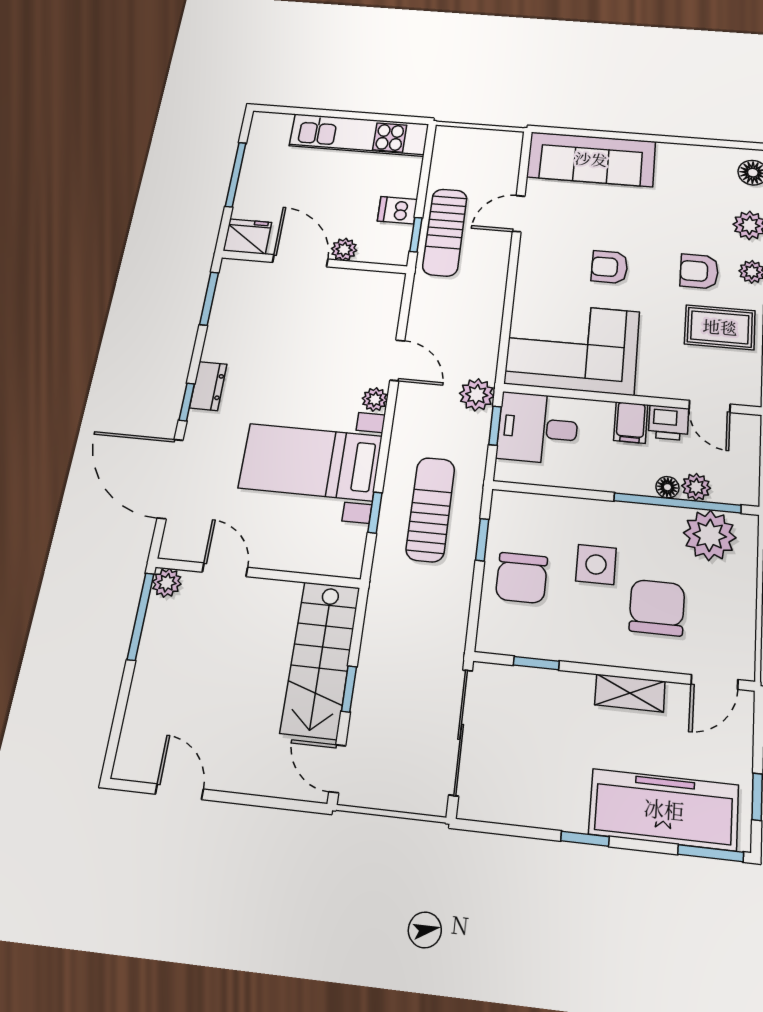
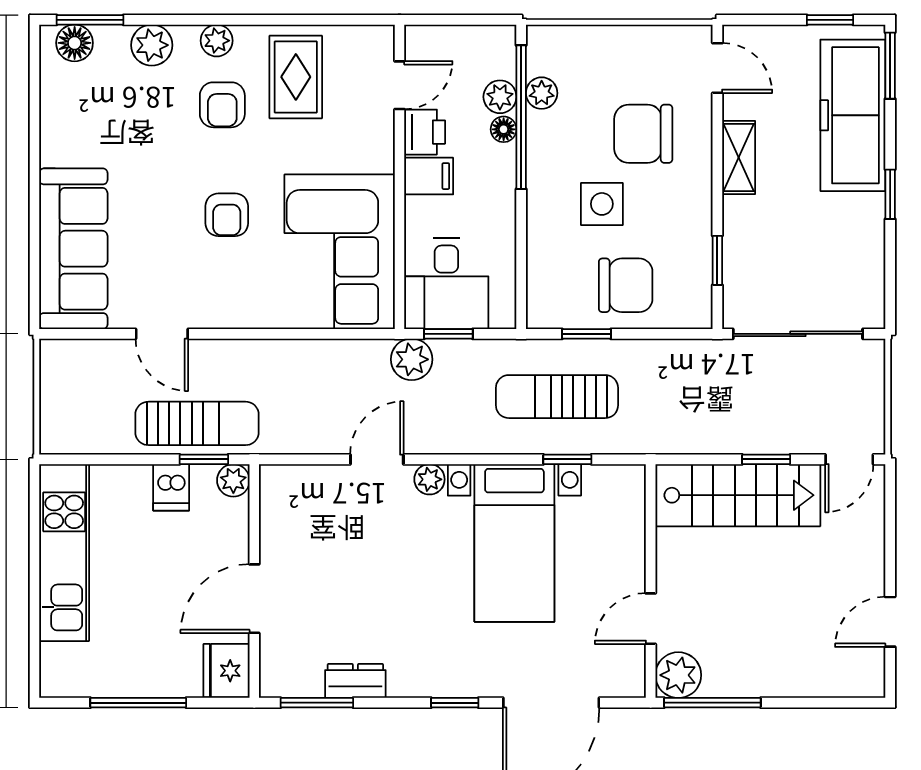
plant: (344, 249) -> (233, 480), moved
dresser: (208, 386) -> (355, 681), moved
plant: (710, 535) -> (542, 93), width x0.53, depth x0.53
plant: (167, 583) -> (678, 675), width x1.38, depth x1.38

